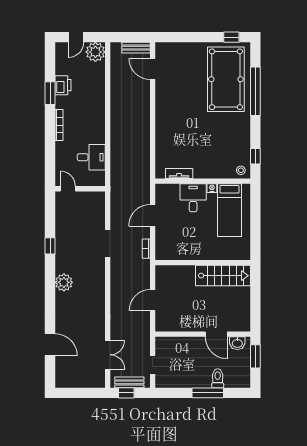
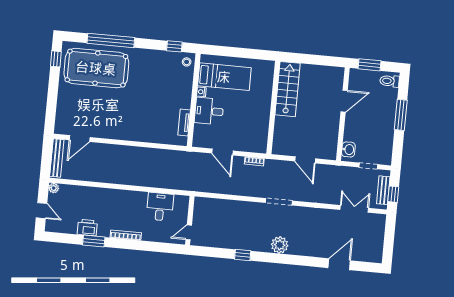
bench: (136, 48) -> (57, 158), width x1.36
plant: (95, 52) -> (54, 188), width x0.53, depth x0.53
doorway: (108, 243) -> (279, 202), moved
washbasin: (237, 343) -> (348, 149), moved
toilet: (218, 378) -> (390, 81), moved

